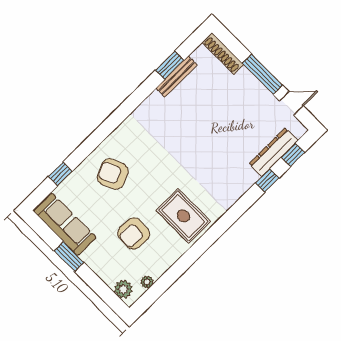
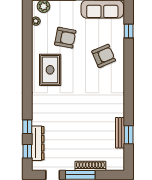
shoe rack: (223, 53) -> (90, 166), moved
rug: (183, 216) -> (50, 70), turned 90
armchair: (134, 234) -> (65, 38), turned 98

